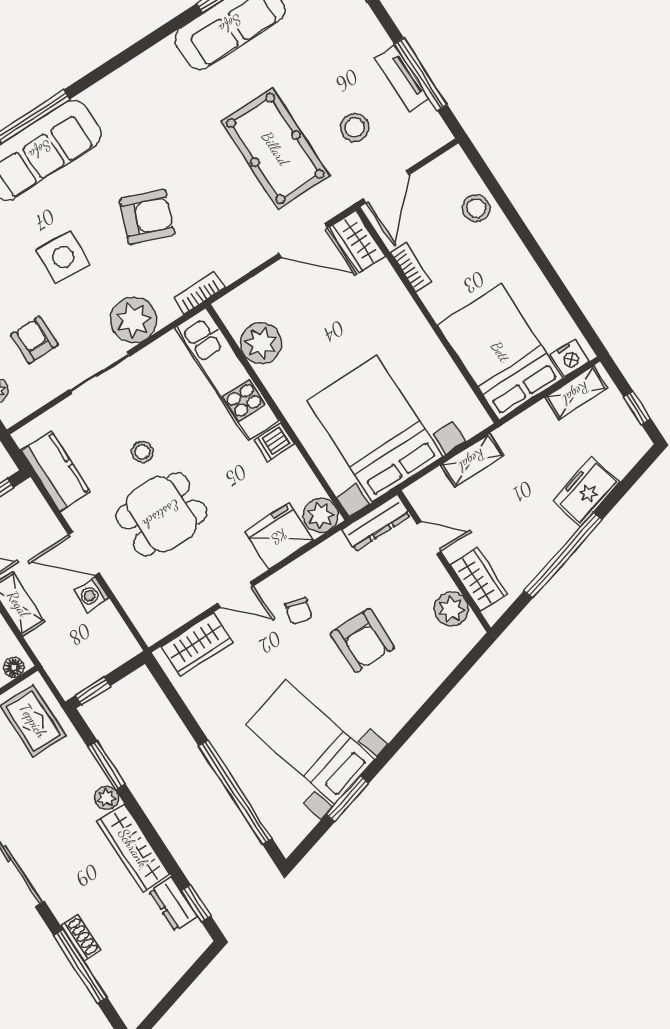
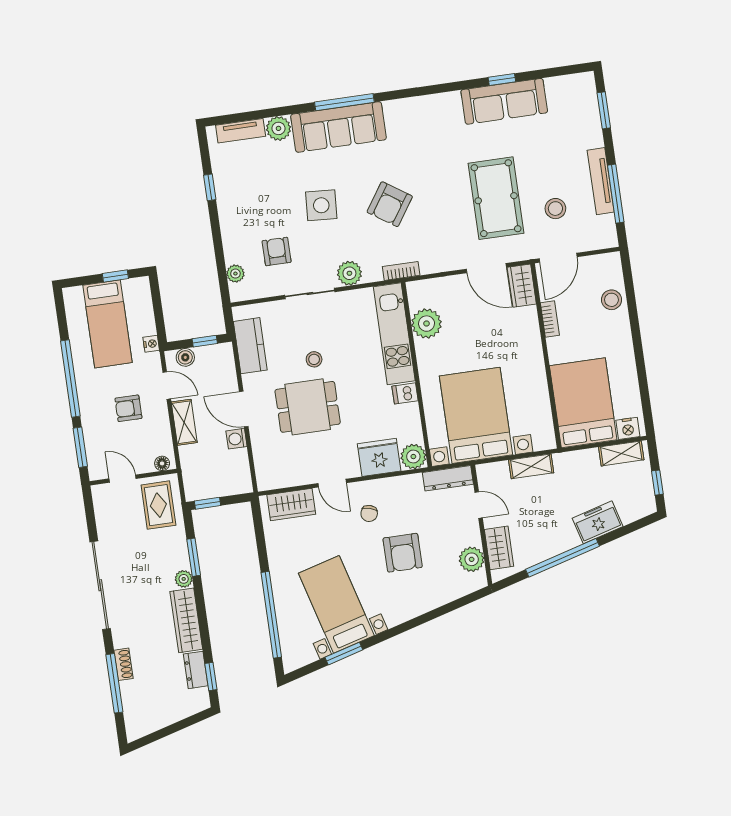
tv unit: (402, 78) -> (601, 181), width x1.41
armchair: (147, 217) -> (390, 204), turned 103
plant: (134, 320) -> (349, 273), width x0.73, depth x0.73

